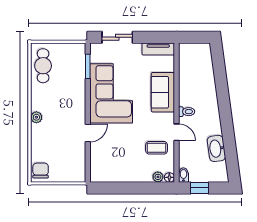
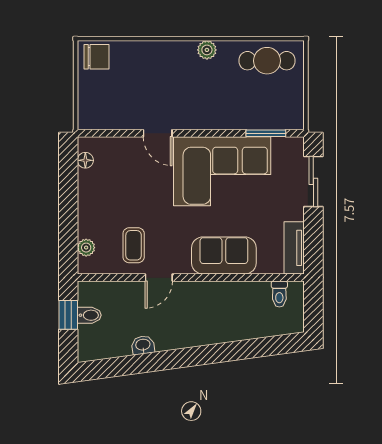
toilet: (187, 112) -> (279, 294), moved
plant: (36, 117) -> (207, 50), moved
washbasin: (216, 148) -> (143, 345), width x0.52, depth x0.69
bidet: (183, 175) -> (89, 315), moved
floor lamp: (169, 177) -> (85, 160), moved

